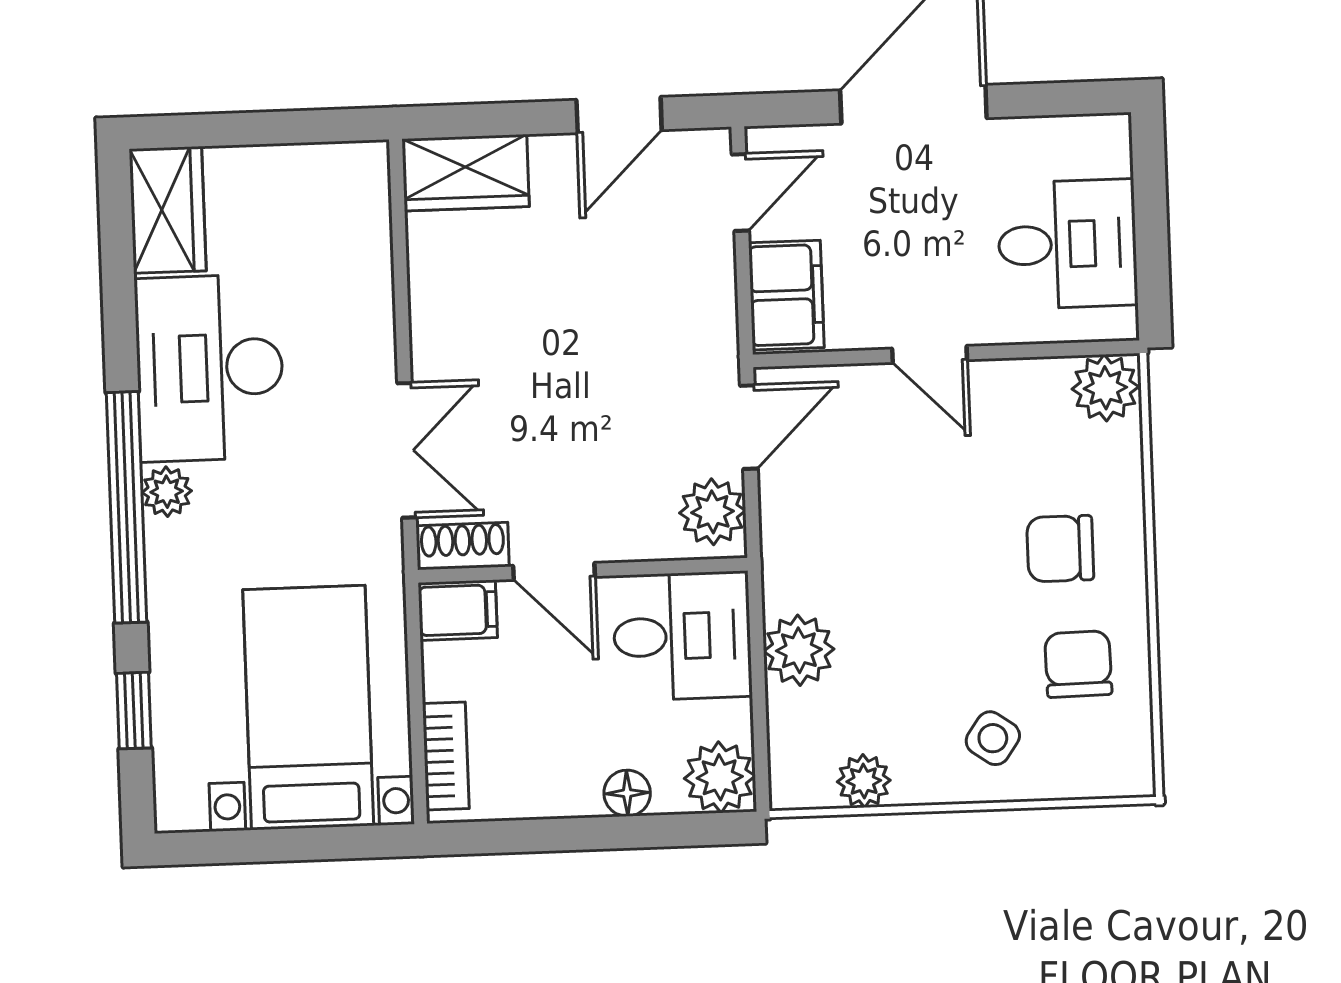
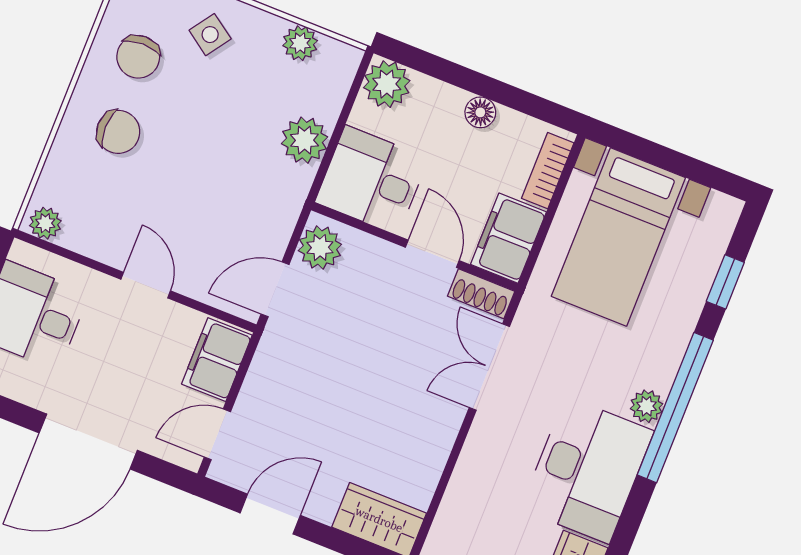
plant: (1105, 388) -> (45, 223), width x0.73, depth x0.73
filing cabinet: (458, 610) -> (508, 238), width x2.00
floor lamp: (627, 793) -> (480, 112), moved

